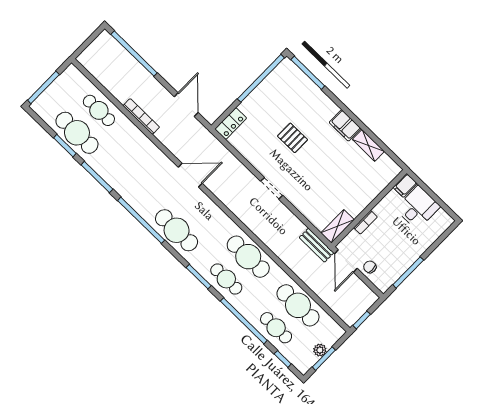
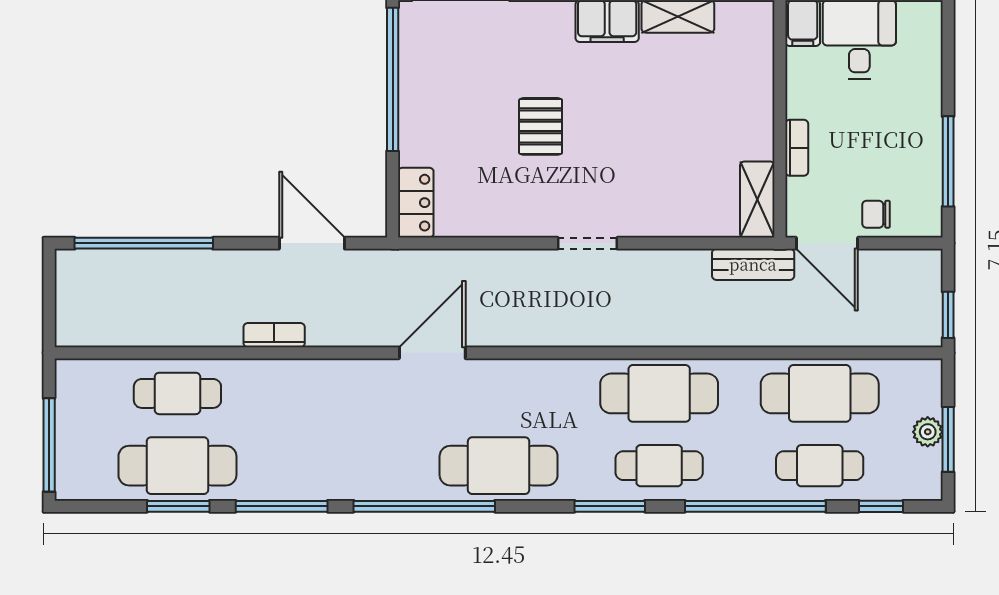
bookcase: (141, 116) -> (274, 335), width x0.64
pallet: (293, 138) -> (541, 126), turned 90

